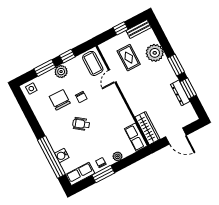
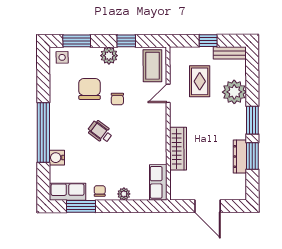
window: (45, 68) -> (77, 41), moved
wardrobe: (148, 128) -> (178, 149), moved
window: (51, 157) -> (43, 132), moved
window: (103, 174) -> (81, 206), moved

